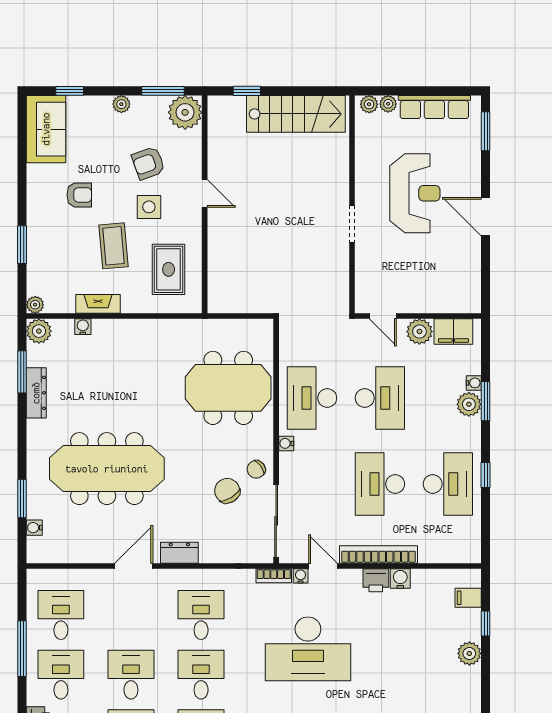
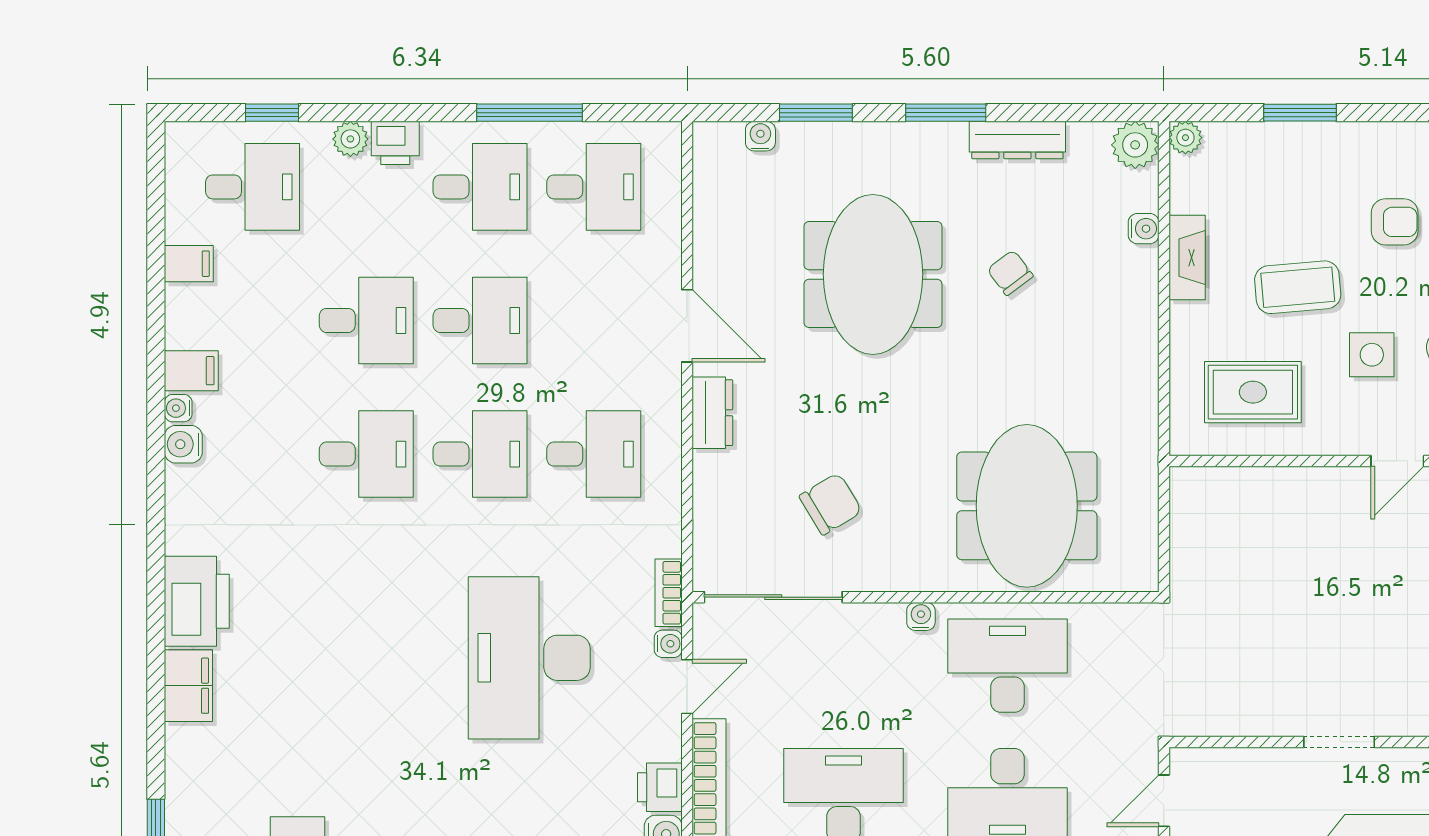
armchair: (79, 195) -> (1395, 222), turned -90
window: (22, 372) -> (946, 113), moved
meeting table: (107, 469) -> (873, 274), width x0.73
chair: (256, 469) -> (1010, 273), moved

